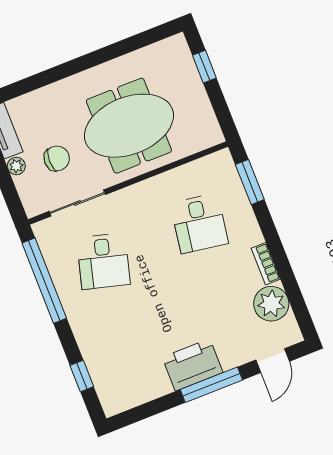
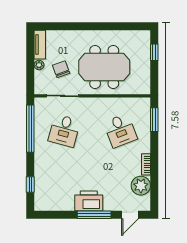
chair: (57, 158) -> (61, 69), turned -110
desk: (199, 223) -> (120, 131), turned -30

